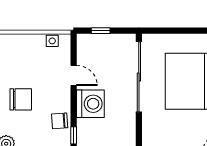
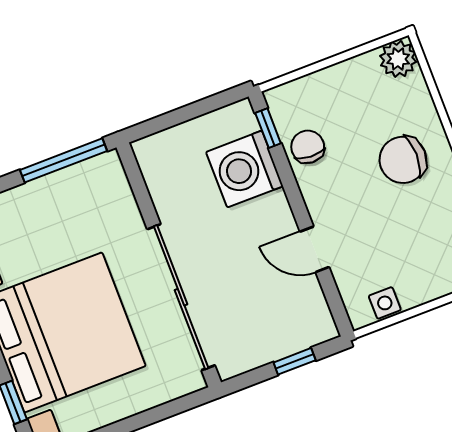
washing machine: (90, 104) -> (245, 169), moved
chair: (60, 121) -> (308, 147), turned -83

